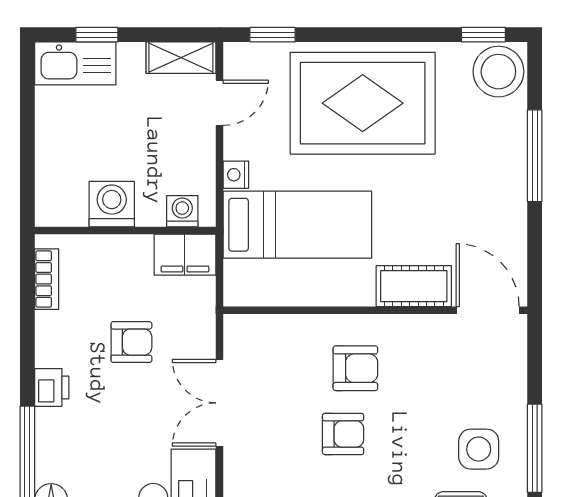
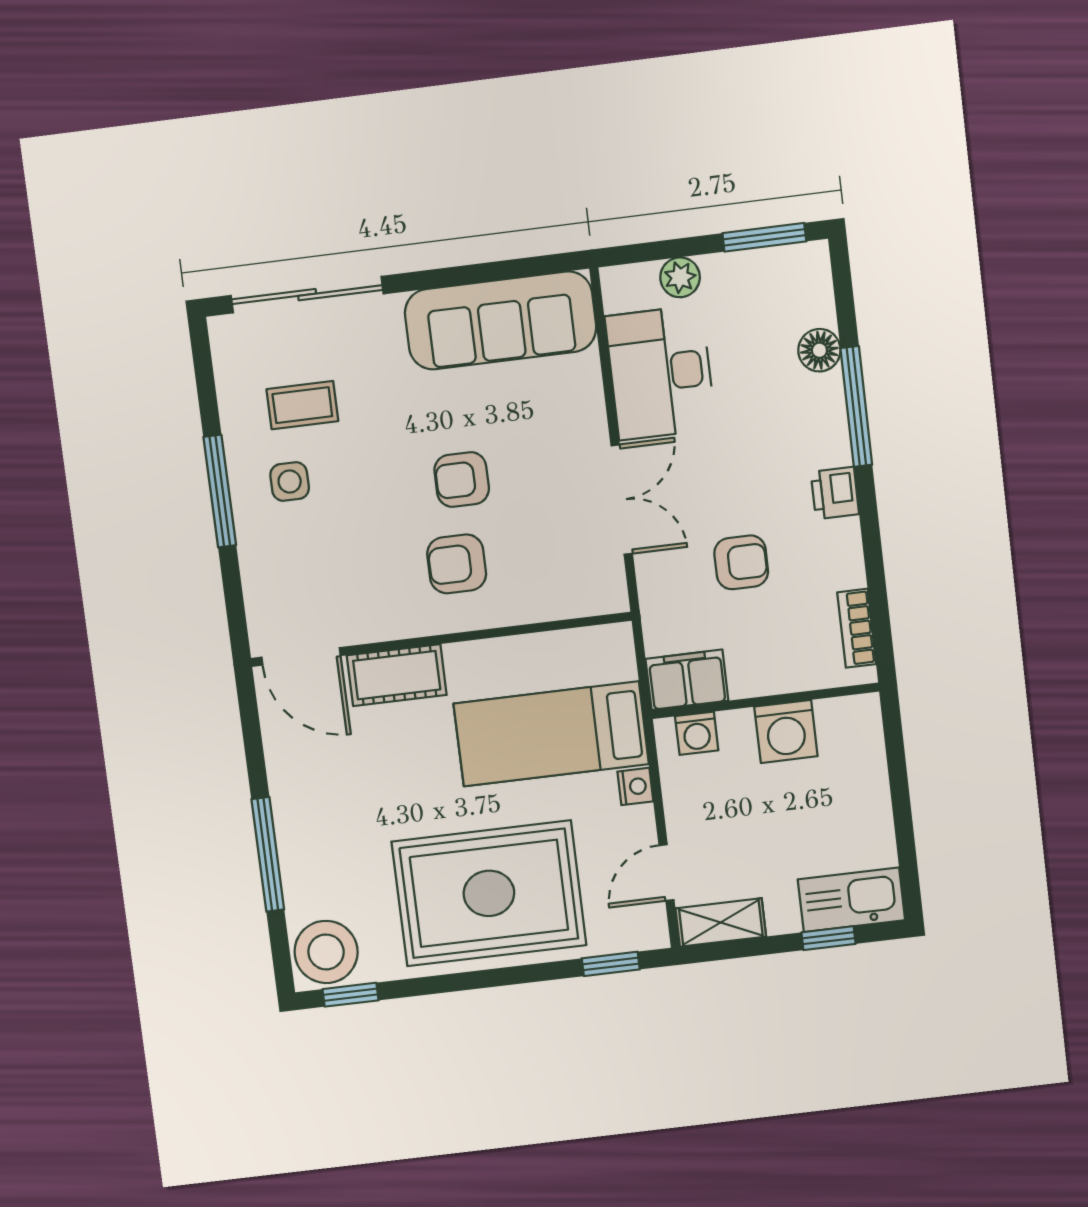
armchair: (131, 342) -> (741, 562), turned 180
side table: (479, 449) -> (290, 482), width x0.73, depth x0.73

